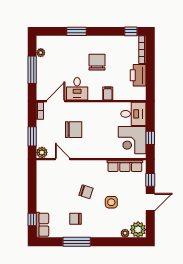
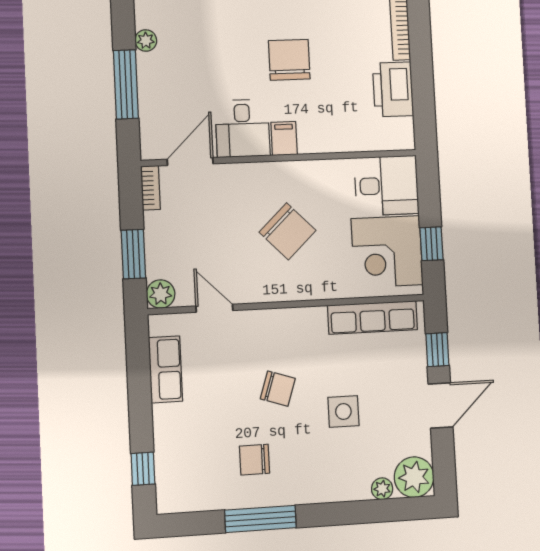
filing cabinet: (108, 93) -> (284, 138), moved
chair: (74, 130) -> (288, 231), moved, turned 46
row of seats: (42, 225) -> (165, 369), moved

